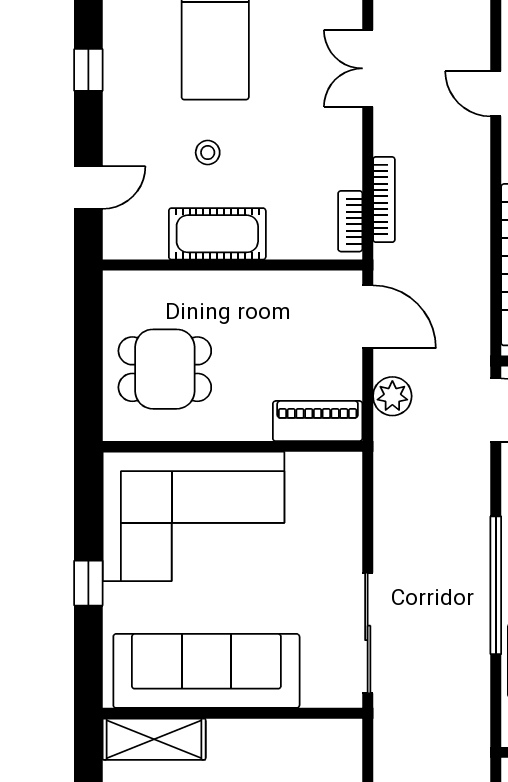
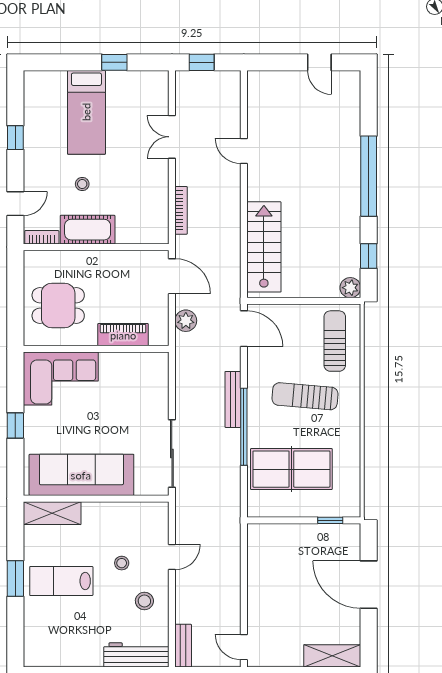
bookcase: (350, 221) -> (42, 237), moved, turned 90
piano: (318, 421) -> (123, 335), moved
corner sofa: (193, 516) -> (61, 379), width x0.73, depth x0.74
bench: (476, 537) -> (233, 399), added

